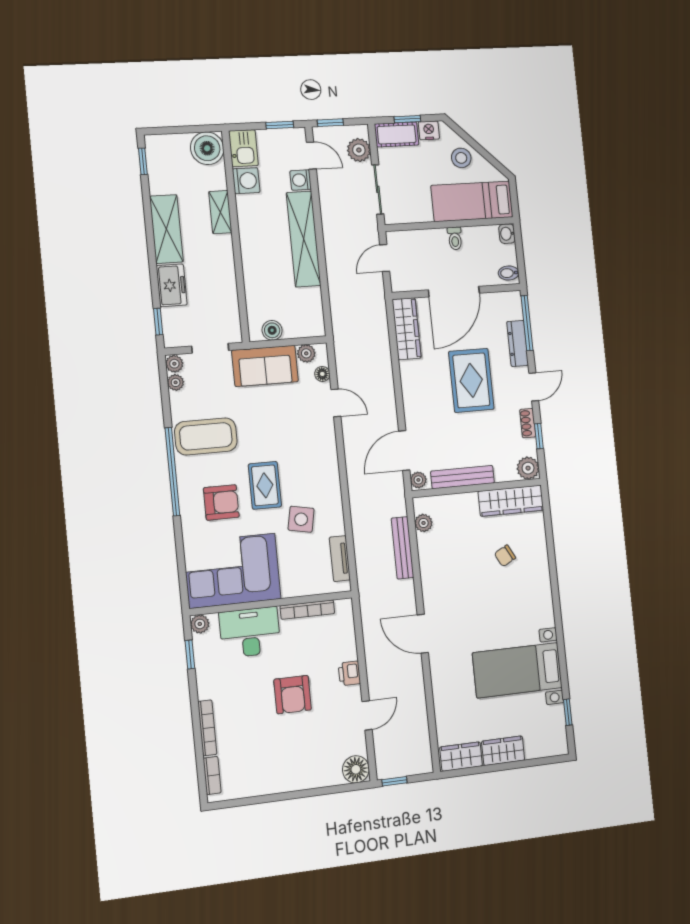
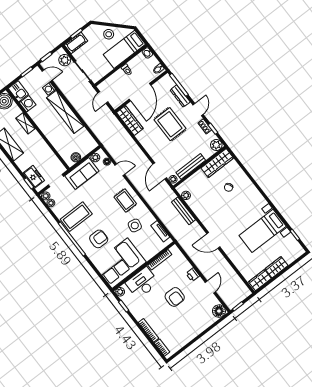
nightstand: (429, 130) -> (88, 32), removed
freezer: (172, 285) -> (34, 177), moved
rug: (265, 485) -> (125, 200), moved

